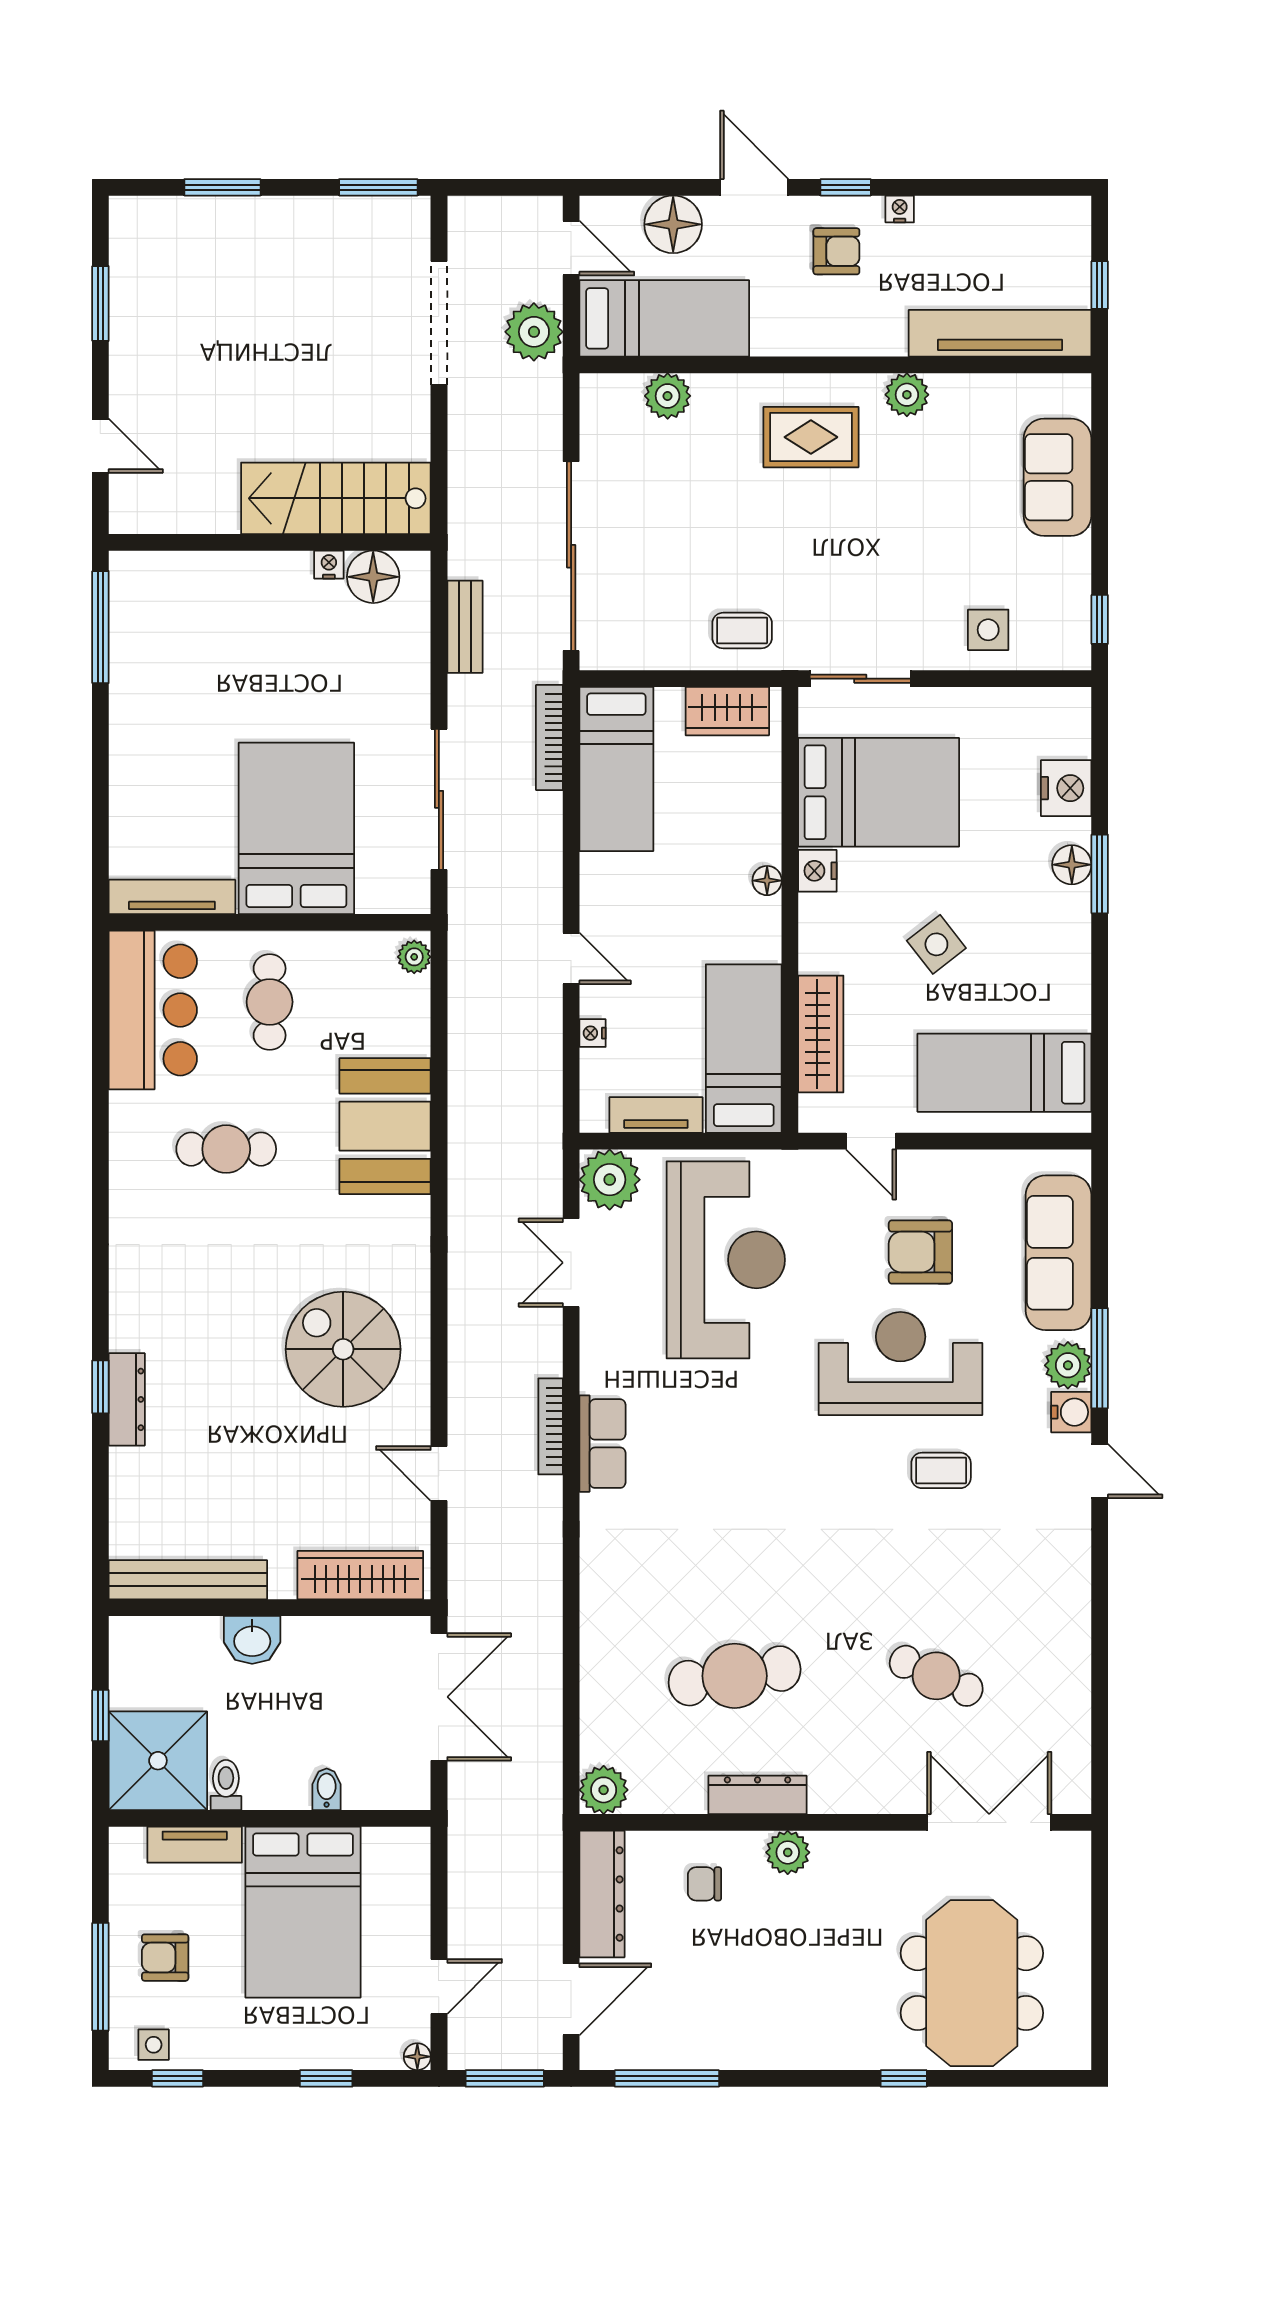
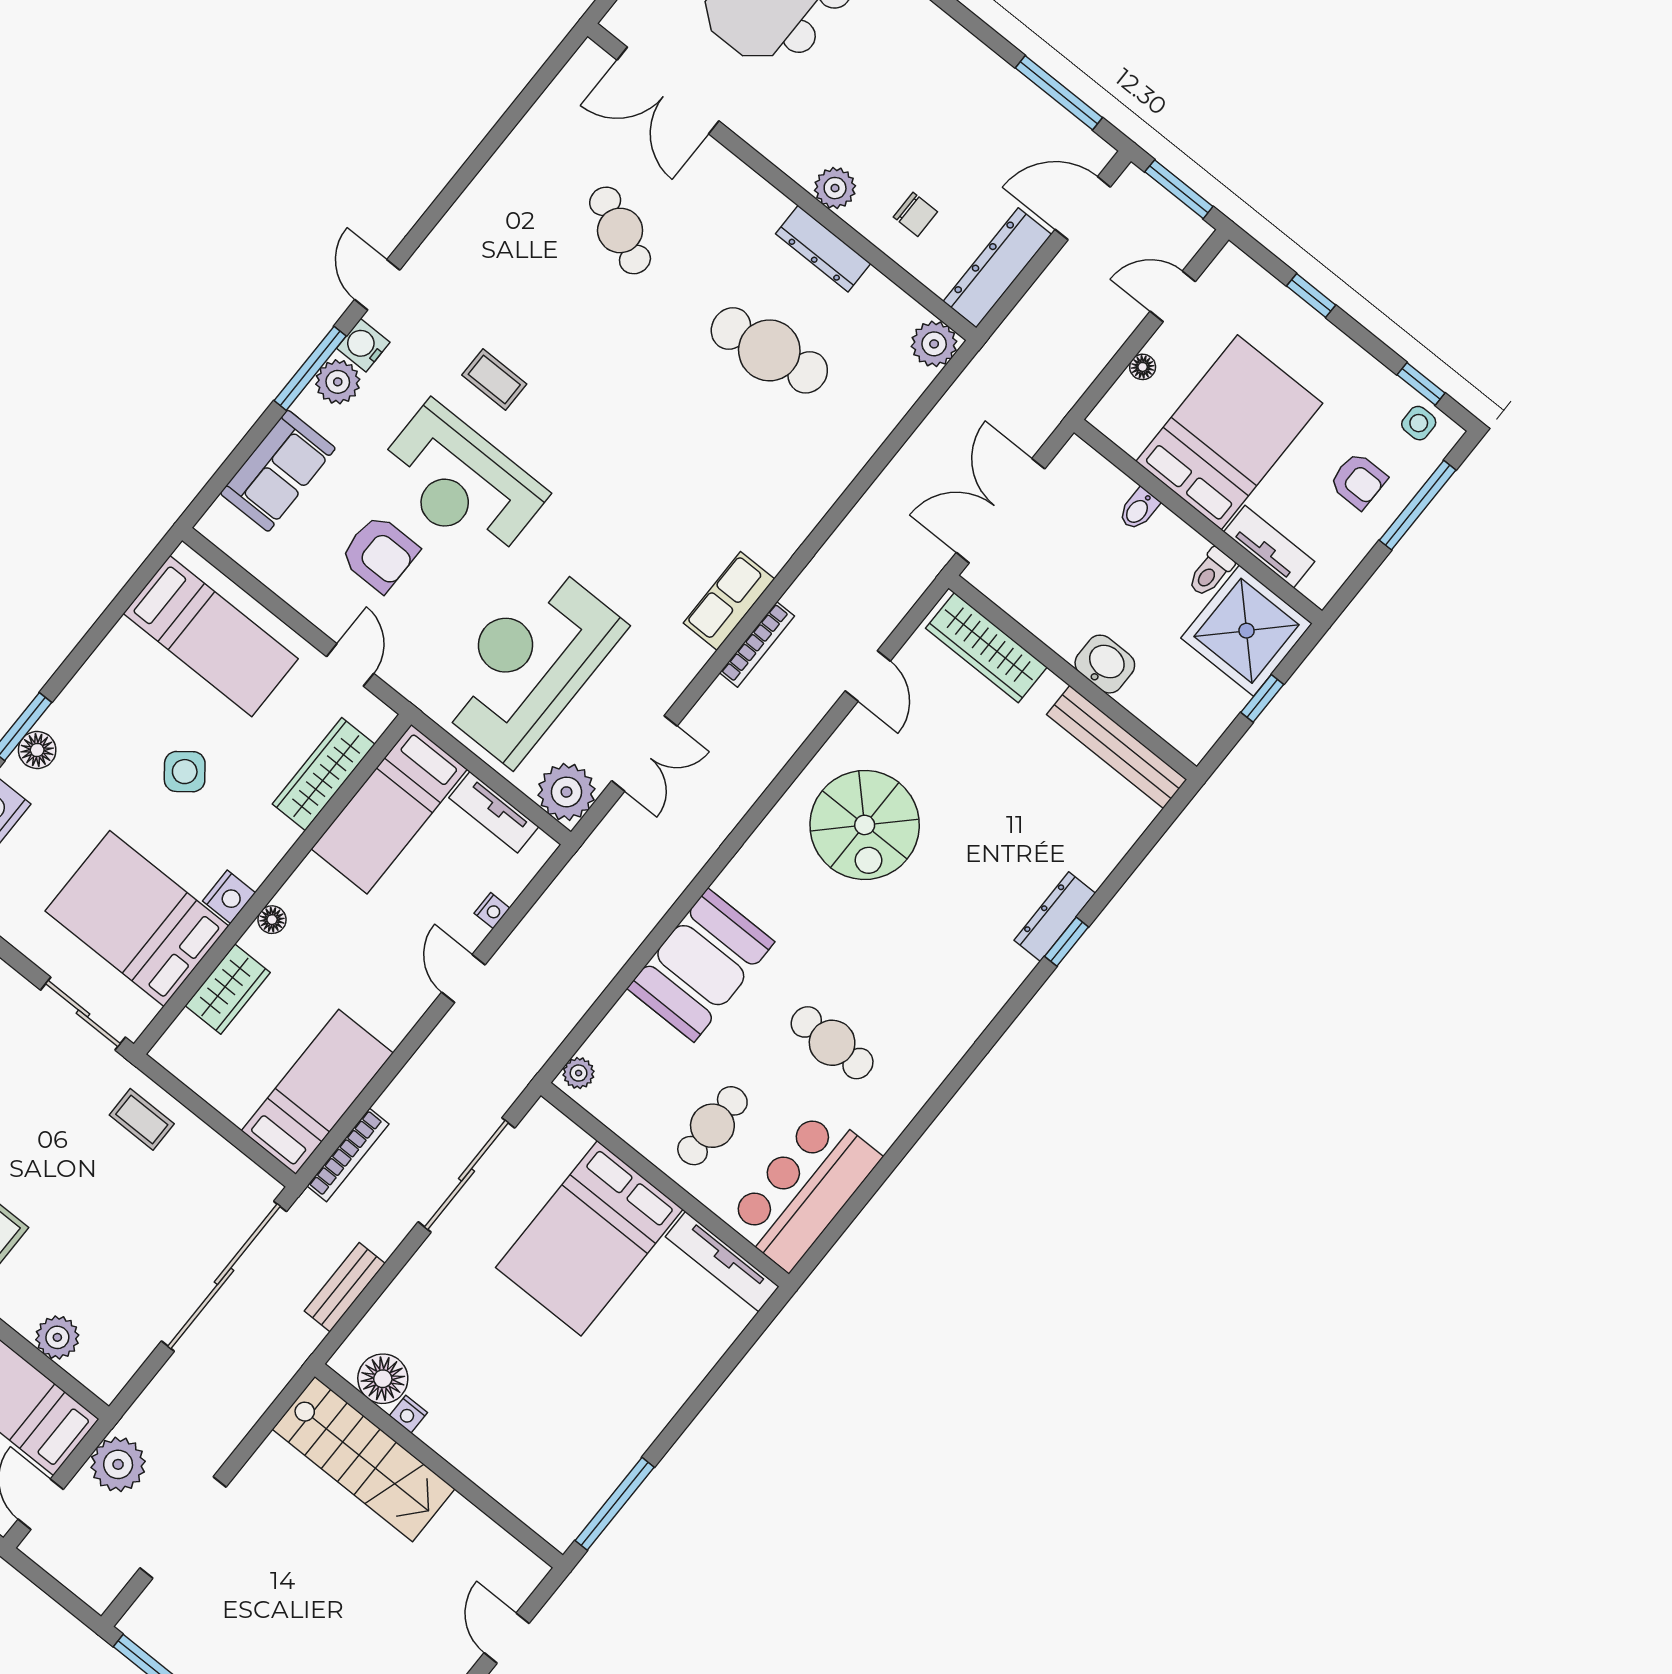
wardrobe: (727, 711) -> (228, 989), moved, turned 90
sofa: (1059, 1253) -> (278, 471), width x0.73
floor lamp: (417, 2057) -> (1143, 367), moved

